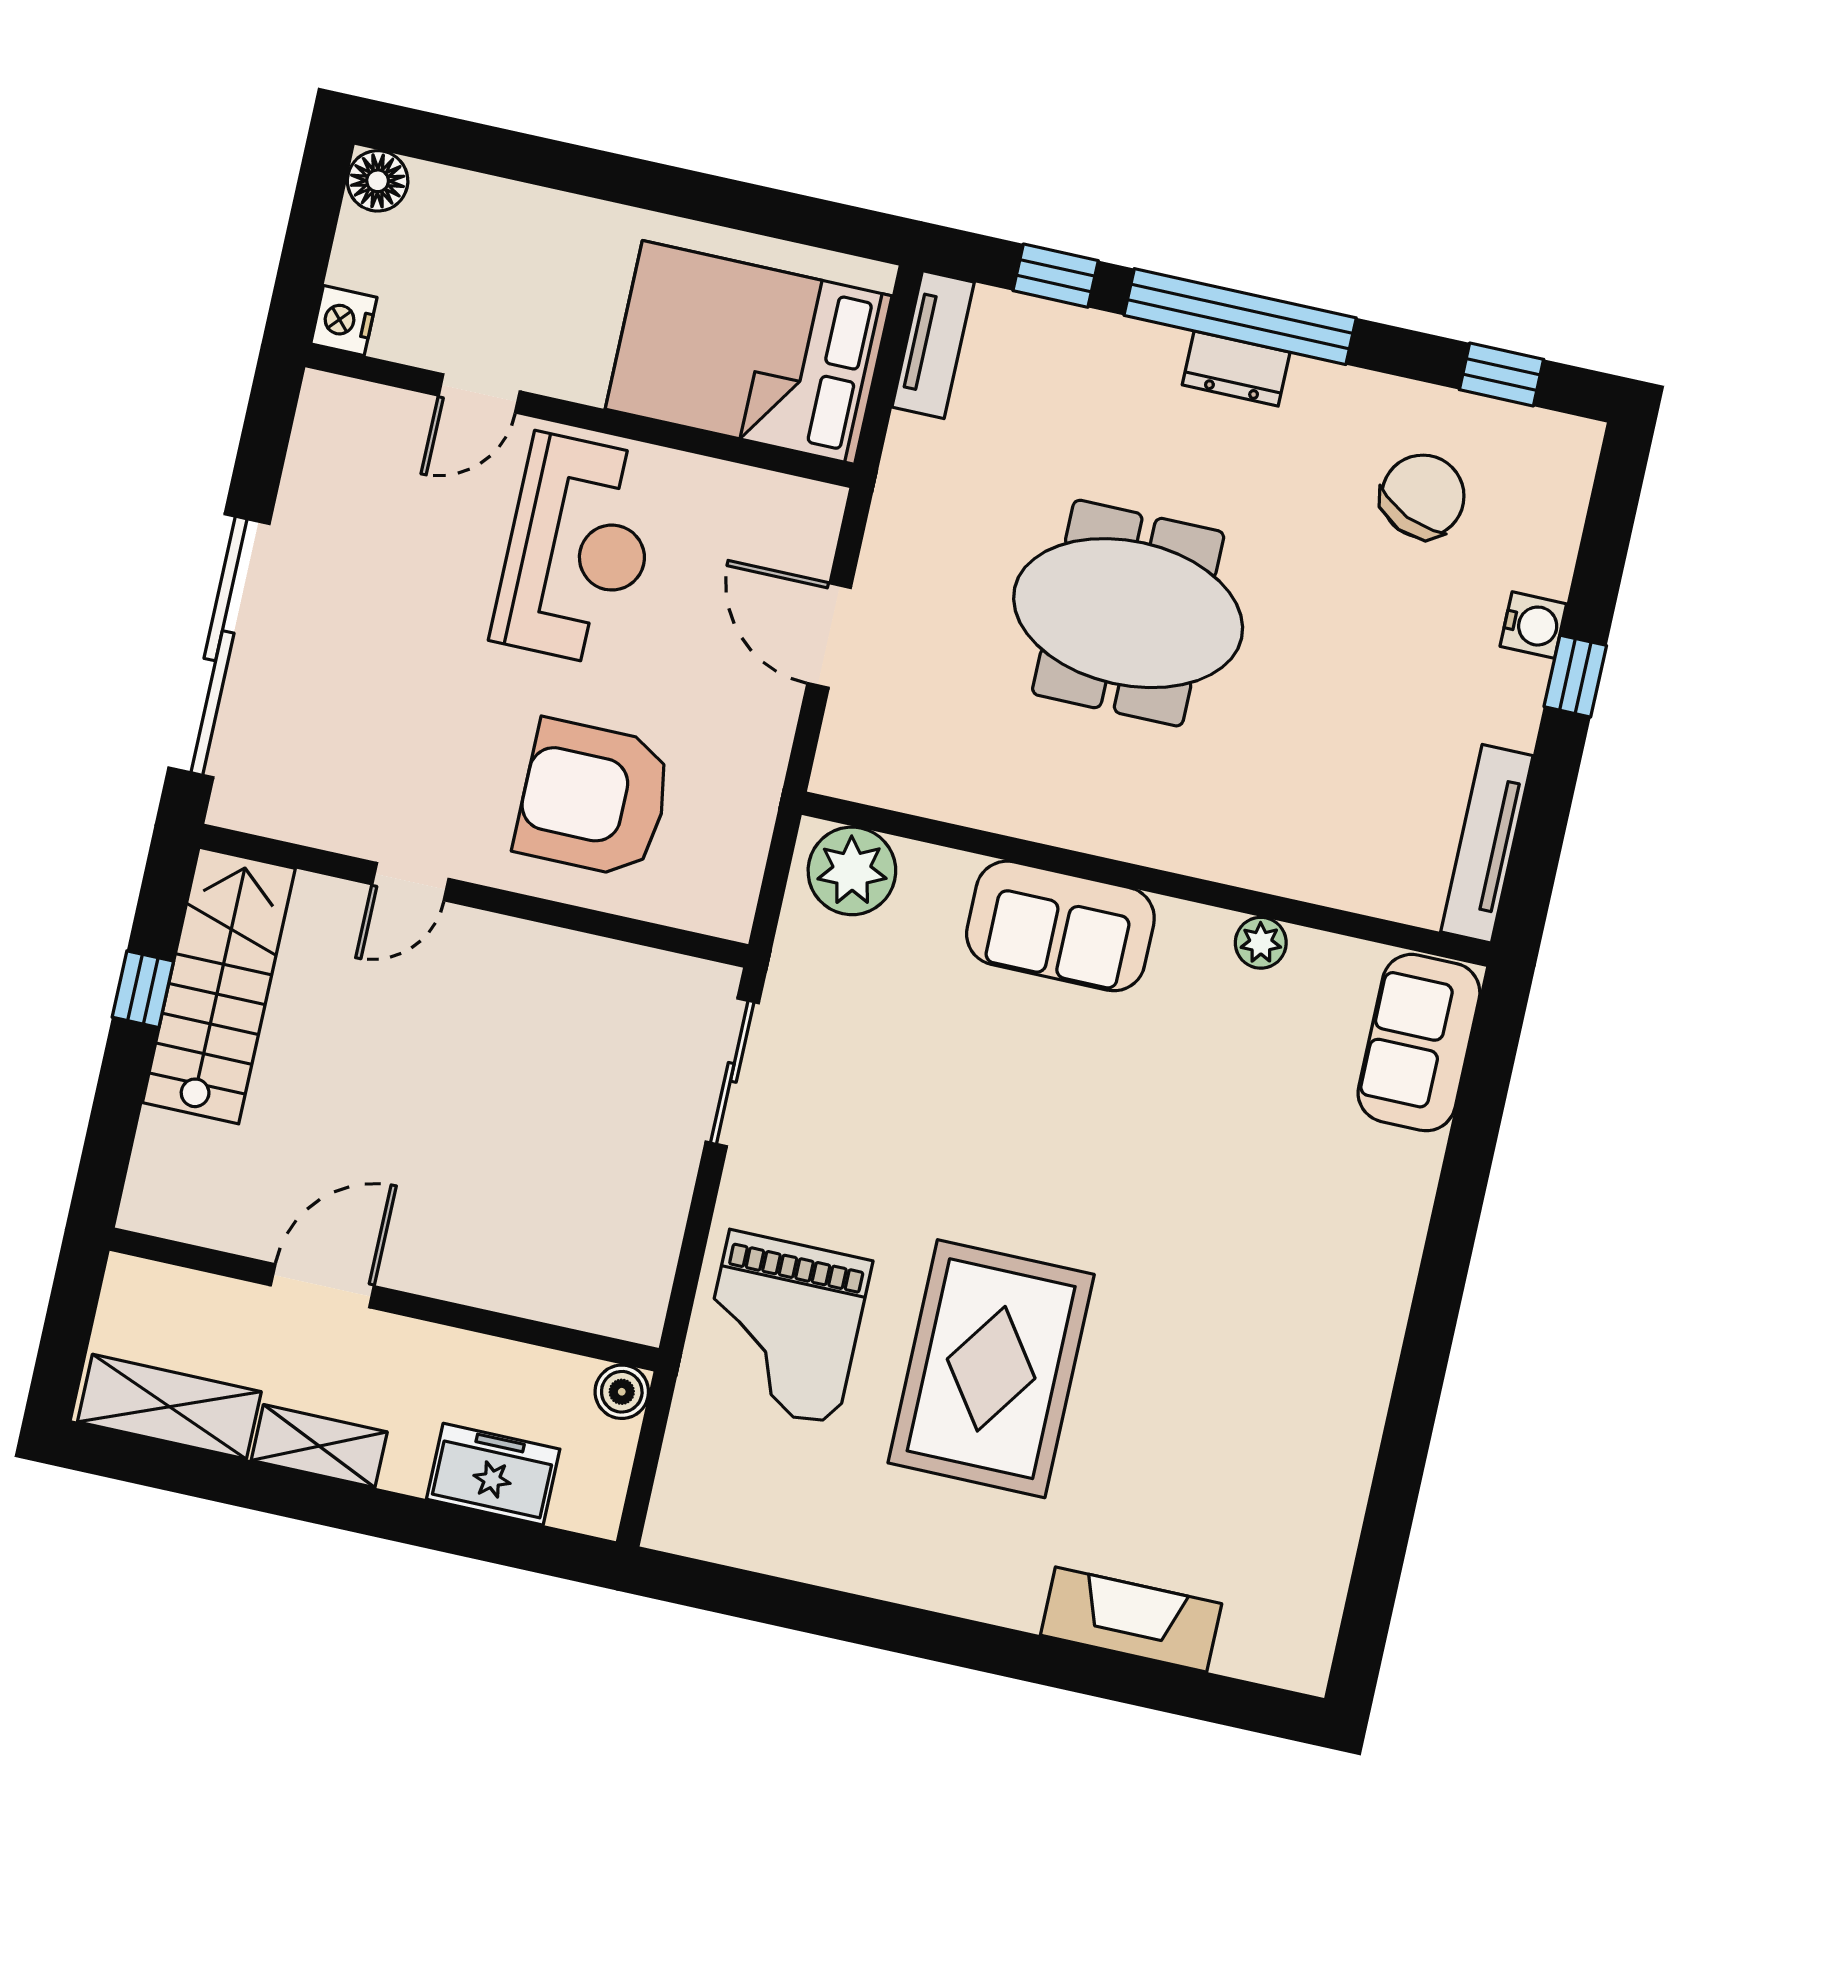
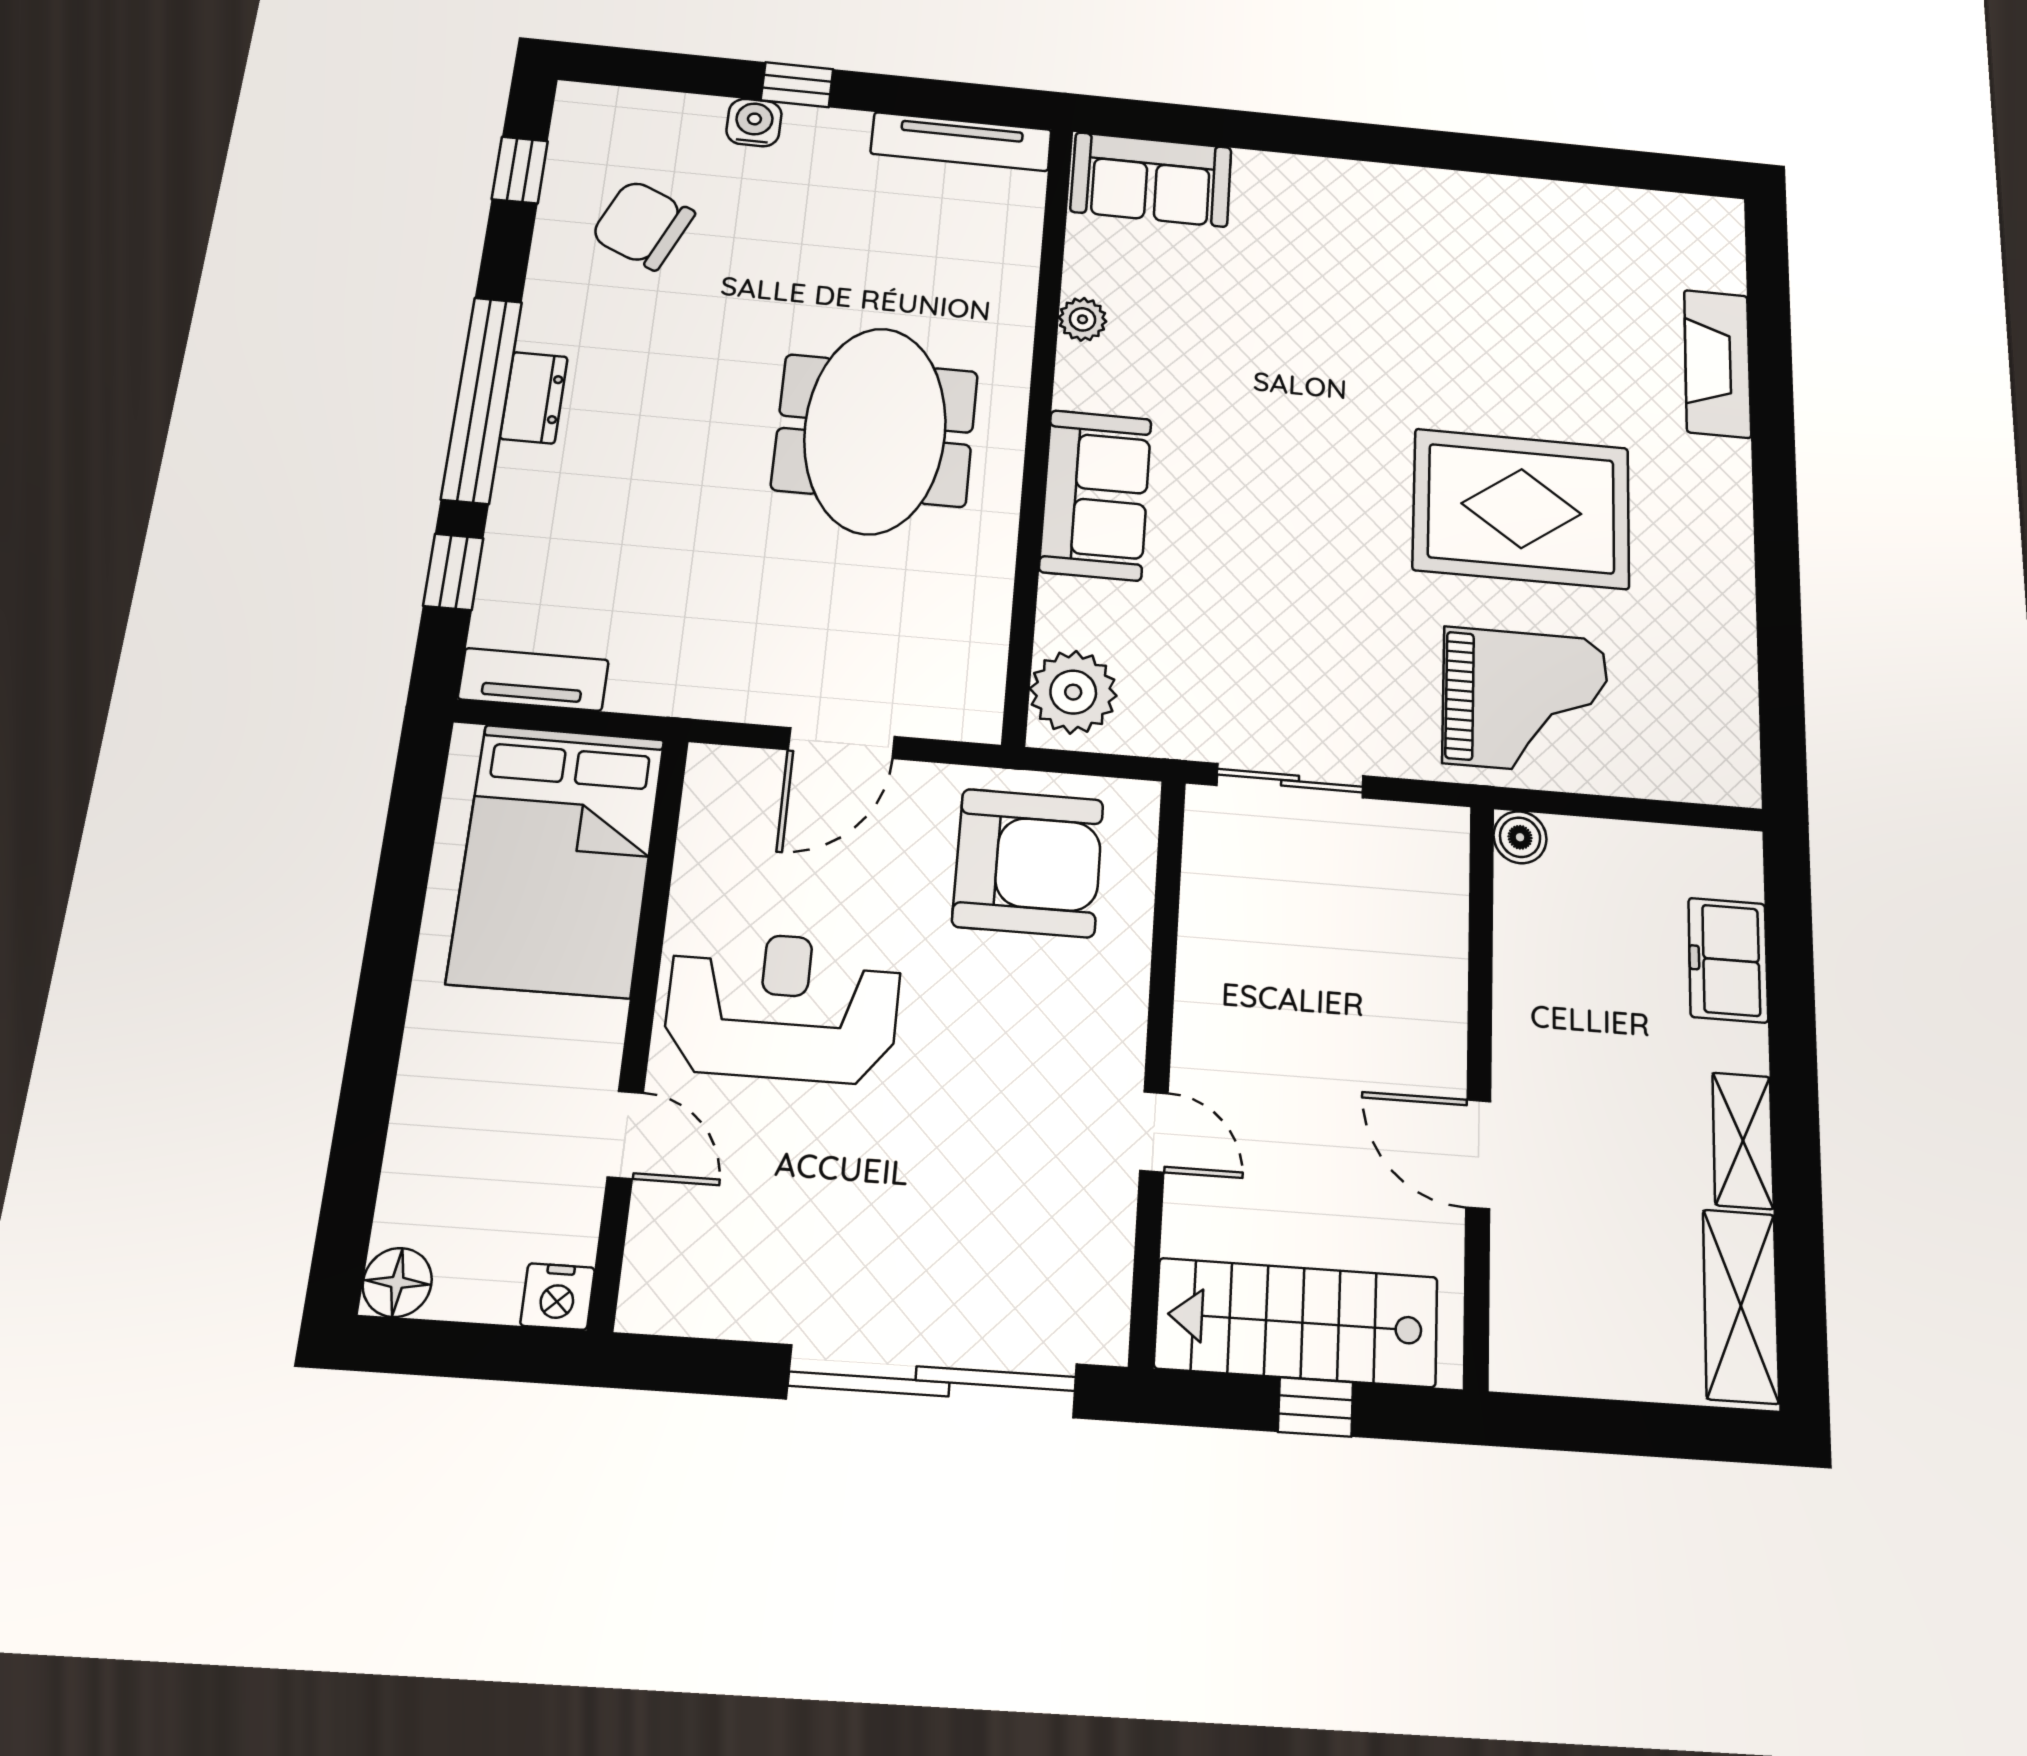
meeting table: (1128, 613) -> (875, 430), moved
armchair: (594, 798) -> (1028, 863), moved, turned -90
door: (322, 1286) -> (1478, 1154), moved
wall: (384, 1299) -> (1479, 1088), moved
boiler: (622, 1392) -> (1520, 837), moved

